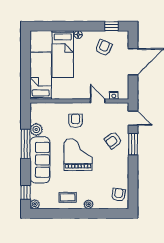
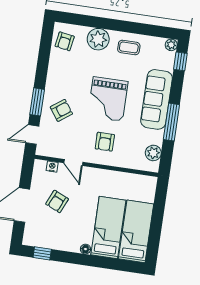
armchair: (104, 48) -> (57, 201), moved
bed: (41, 76) -> (136, 231), moved, turned 180
door: (133, 118) -> (32, 135), hinge flipped
plant: (36, 129) -> (153, 153), moved
plant: (88, 204) -> (98, 39), width x1.88, depth x1.88

